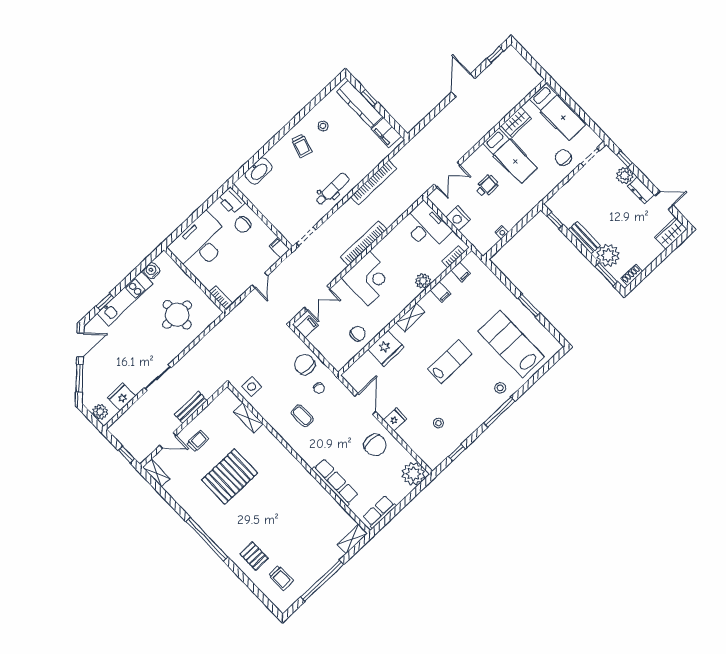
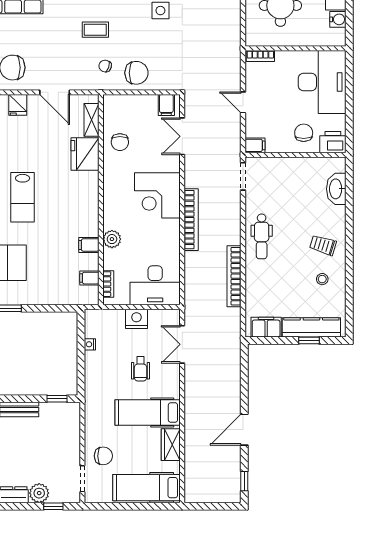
door: (463, 85) -> (244, 430), swing flipped
shelving: (410, 317) -> (91, 120), moved

